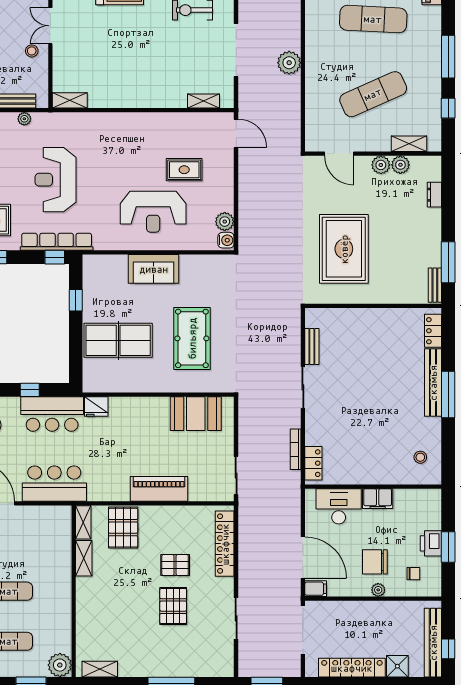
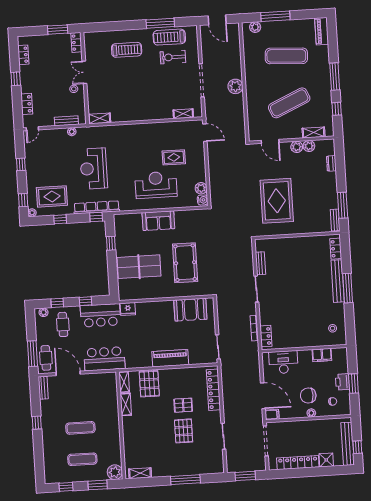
reception desk: (153, 212) -> (156, 185), turned 180
filing cabinet: (378, 499) -> (322, 355), moved

